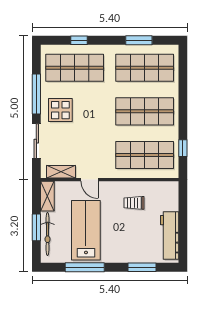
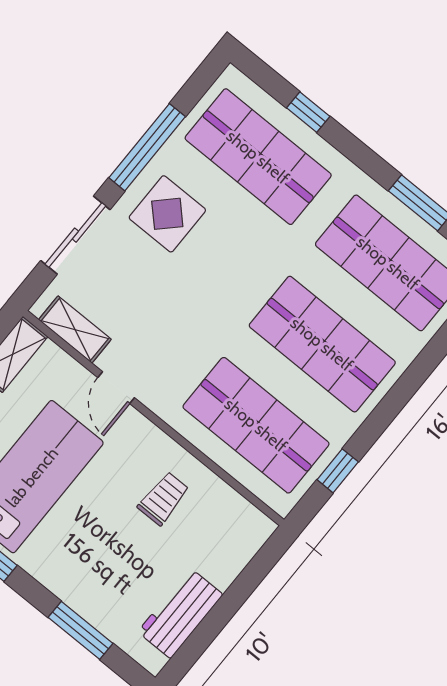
trolley: (134, 203) -> (163, 498), turned 90
workbench: (170, 235) -> (180, 613), width x0.73

